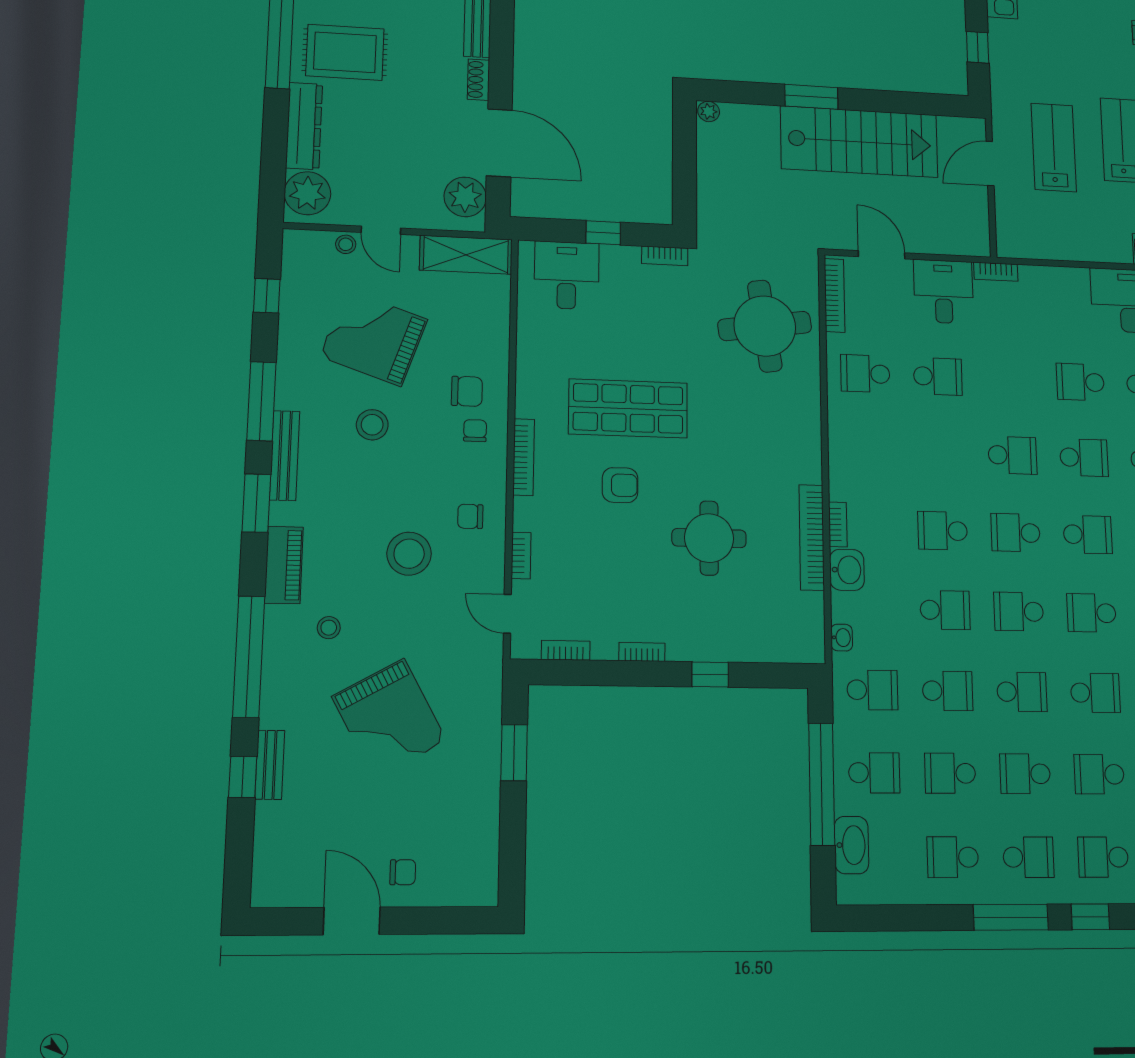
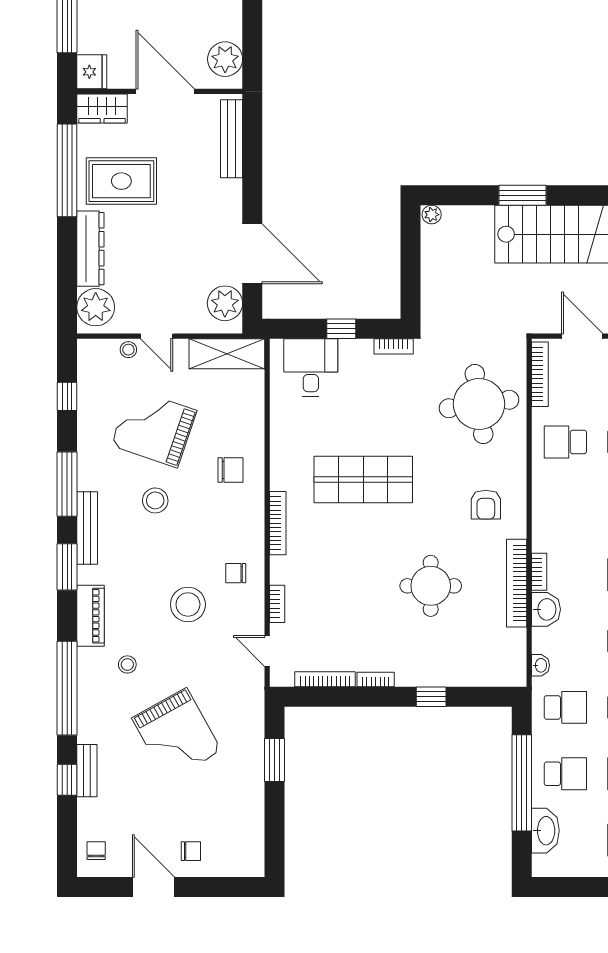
shoe rack: (478, 80) -> (234, 198), removed
chair: (475, 431) -> (96, 851), moved
armchair: (620, 485) -> (486, 505), moved, turned 90
bookcase: (566, 650) -> (325, 679), width x1.56

